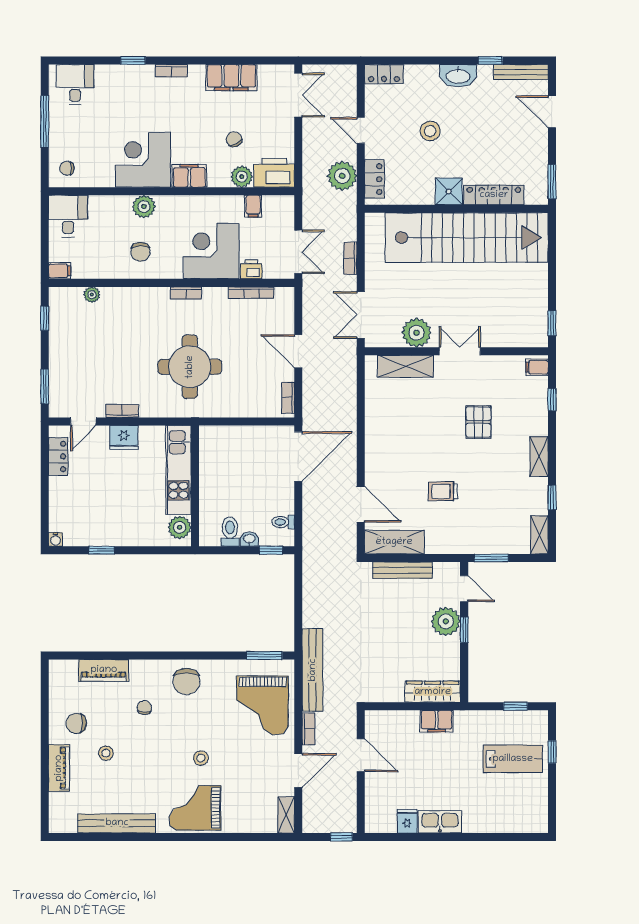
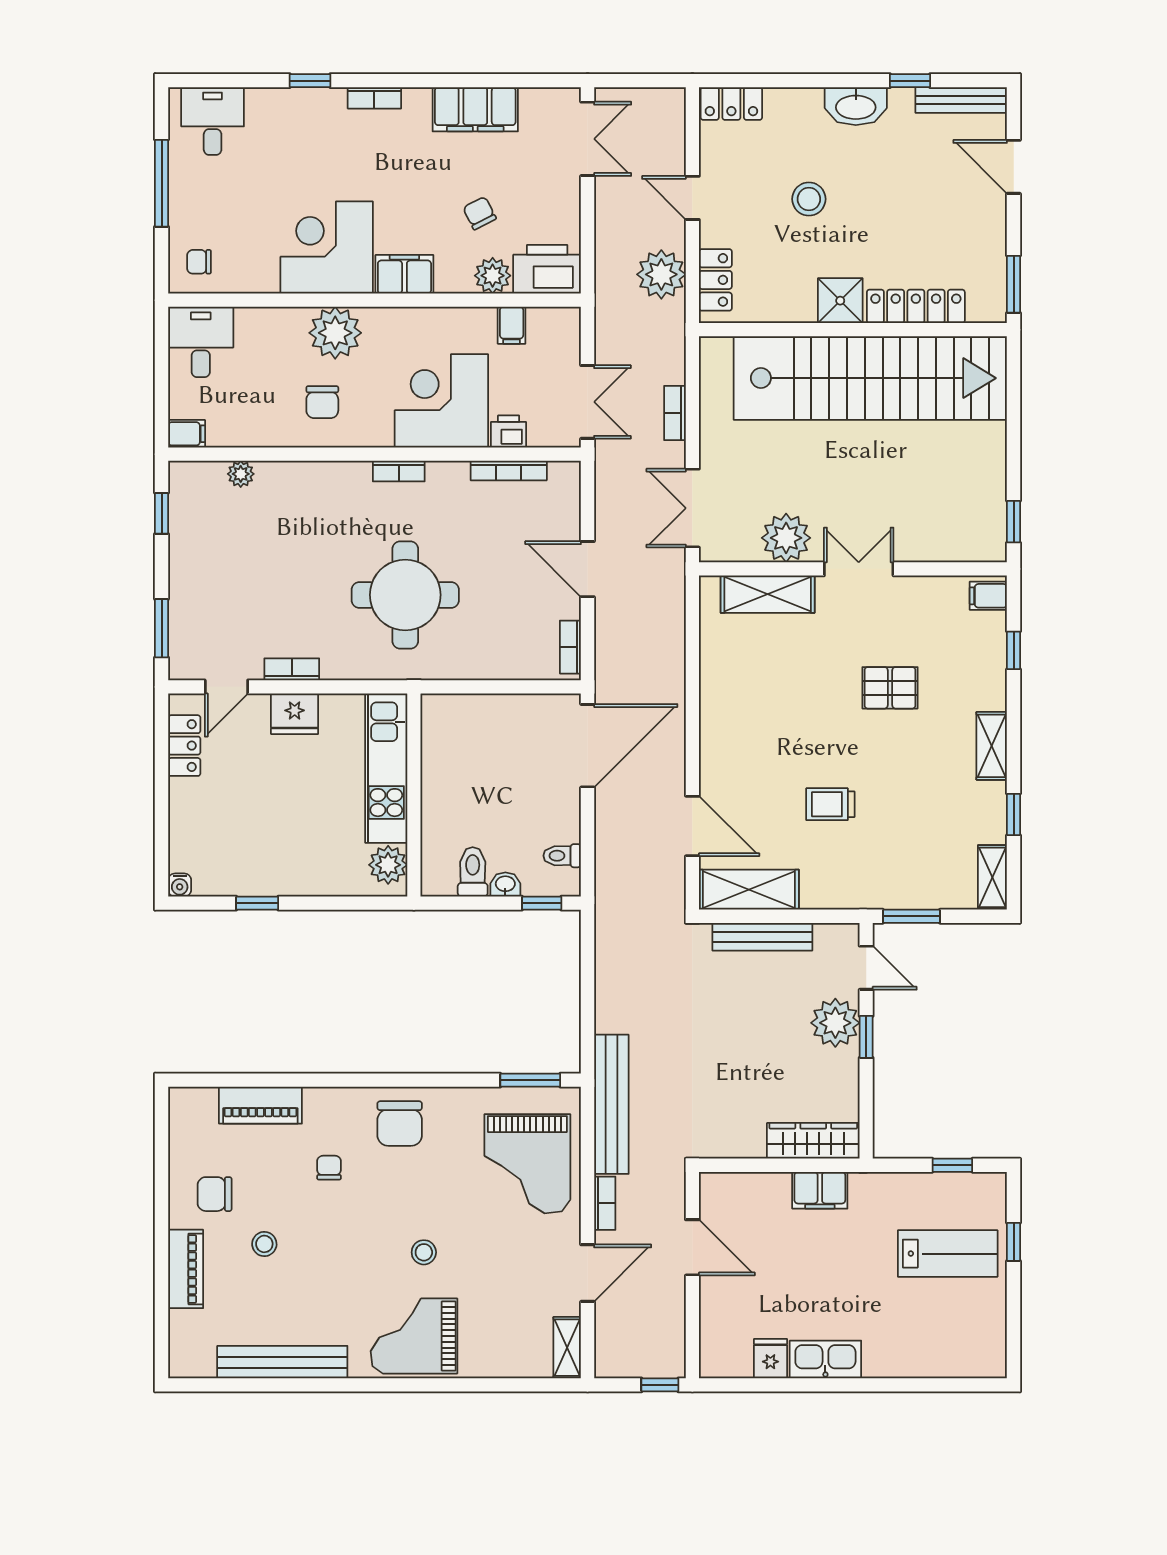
plant: (144, 206) -> (335, 333), width x1.36, depth x1.36
pallet: (478, 422) -> (890, 688), turned 90

